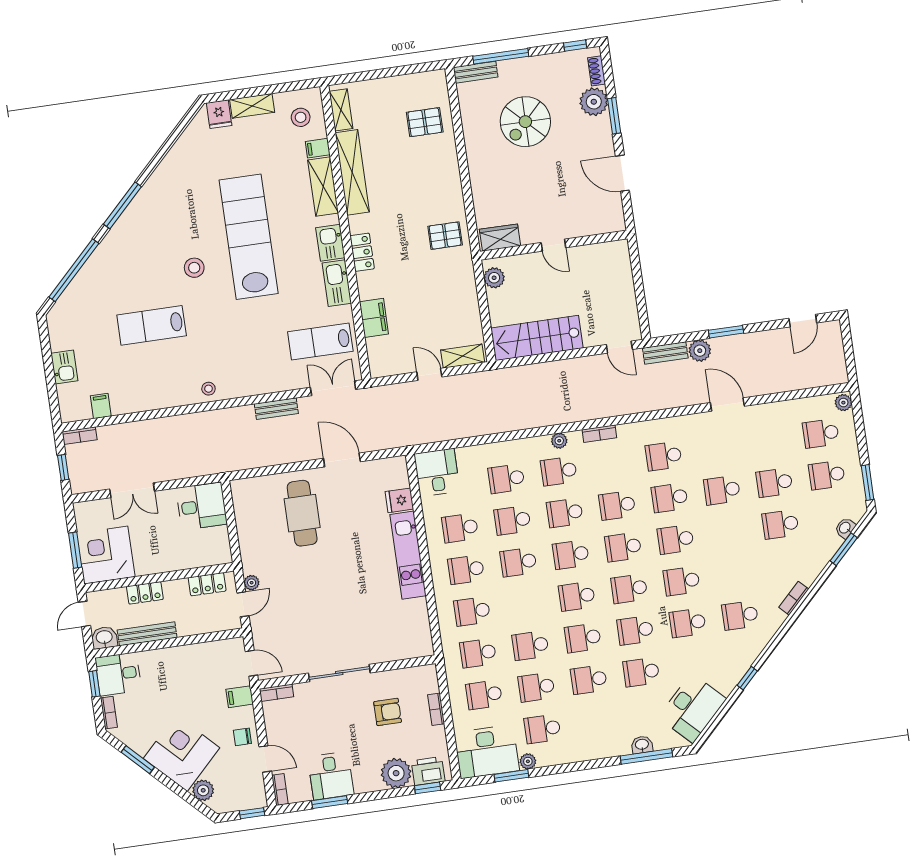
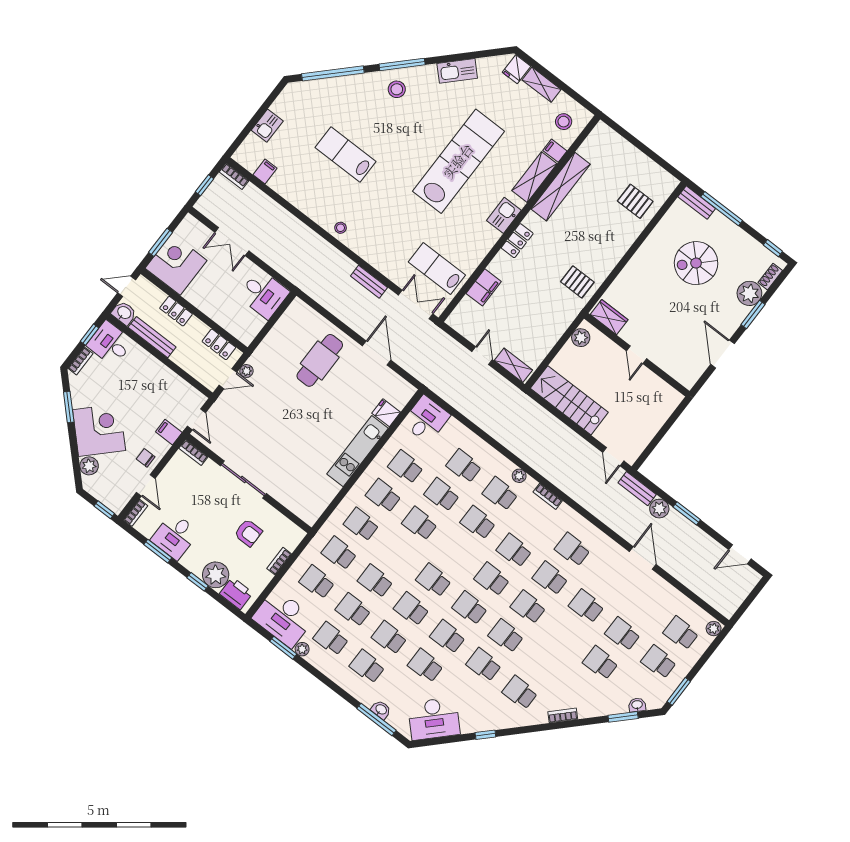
shelving: (341, 110) -> (592, 142), removed
stool: (194, 268) -> (397, 89), moved
kitchen sink: (337, 283) -> (457, 71), moved, turned -135
school desk: (571, 555) -> (367, 667), moved
window: (428, 788) -> (198, 582), moved

